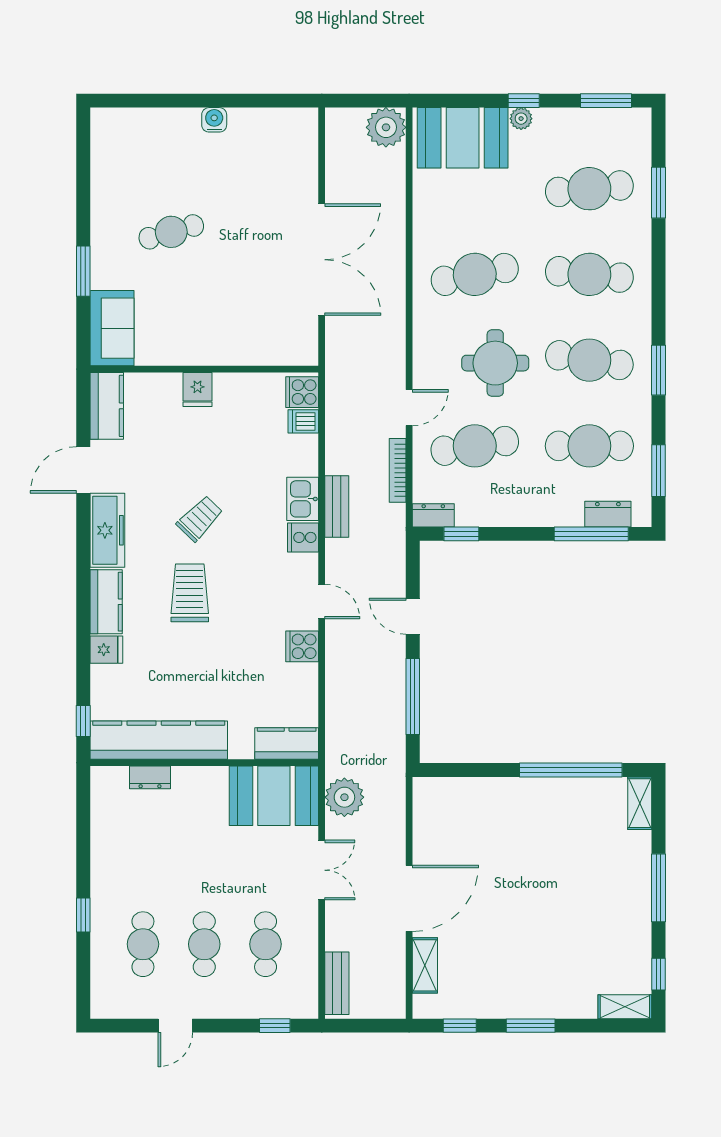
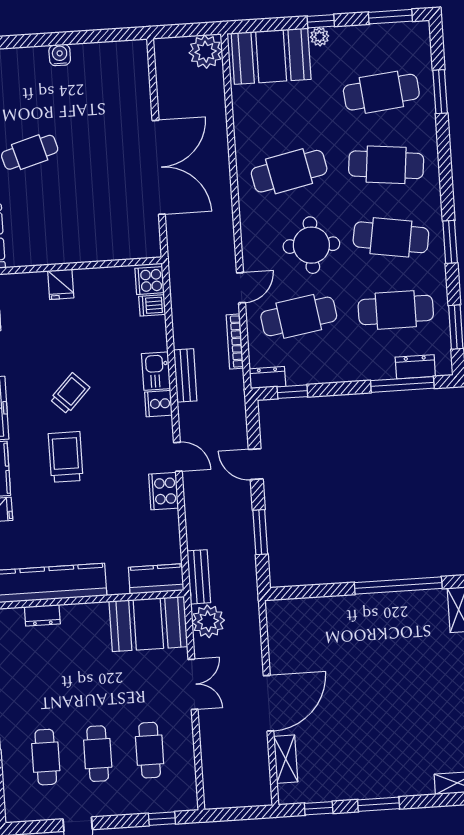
cooker: (302, 646) -> (163, 491), width x1.36
window: (413, 697) -> (260, 532), width x0.69
bench: (337, 983) -> (199, 577), moved

